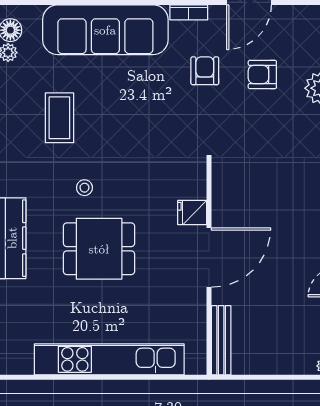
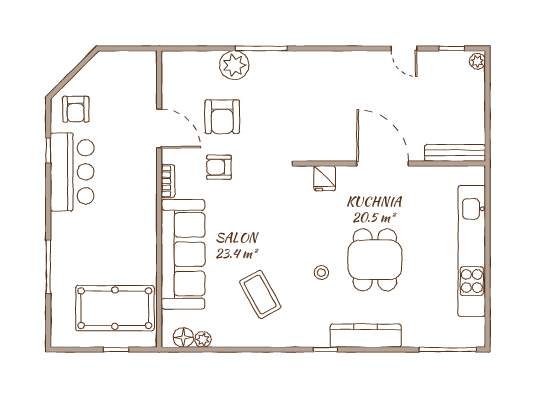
armchair: (262, 74) -> (222, 117), width x1.38, depth x1.38
coffee table: (59, 118) -> (260, 294), turned 61
fridge: (192, 213) -> (325, 178), moved

